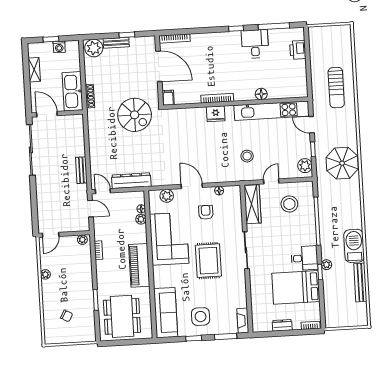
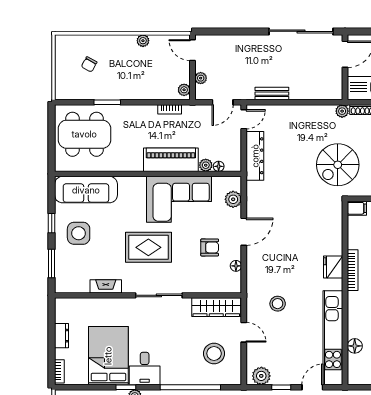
floor lamp: (261, 94) -> (355, 346), moved
plant: (92, 114) -> (342, 111), added
plant: (72, 227) -> (201, 78), added
piano: (139, 265) -> (171, 160), moved
fireplace: (243, 321) -> (106, 286), moved

